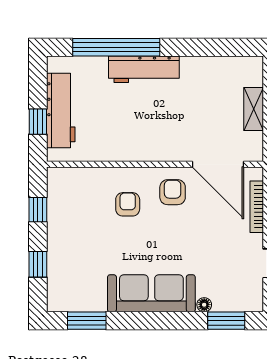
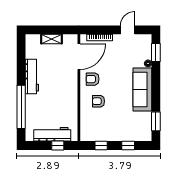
workbench: (144, 69) -> (32, 77), moved

